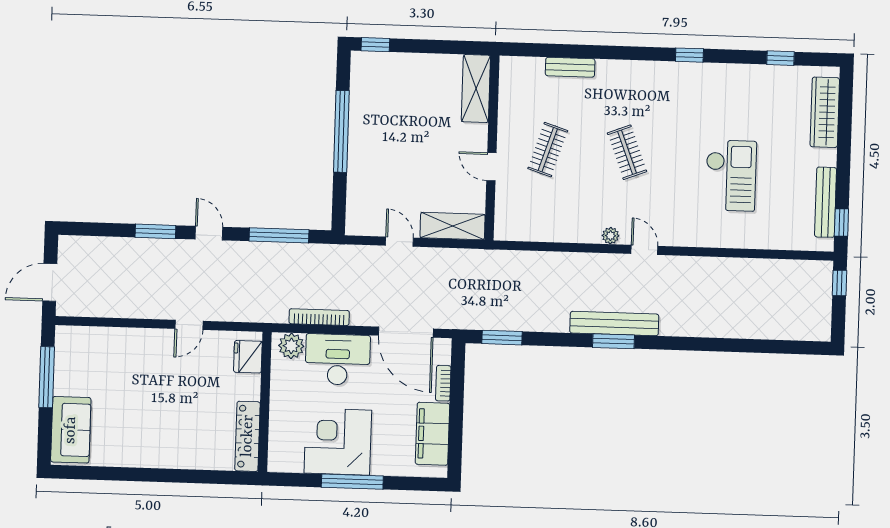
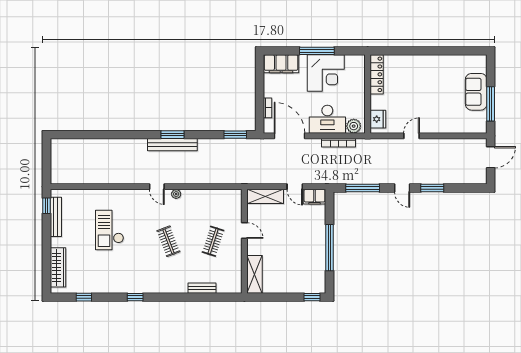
filing cabinet: (365, 223) -> (315, 197), added
window: (839, 283) -> (46, 172), removed
sofa: (71, 430) -> (476, 92), moved
filing cabinet: (432, 434) -> (281, 64), moved, turned 90

